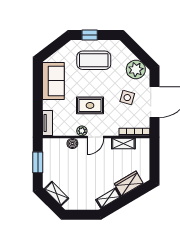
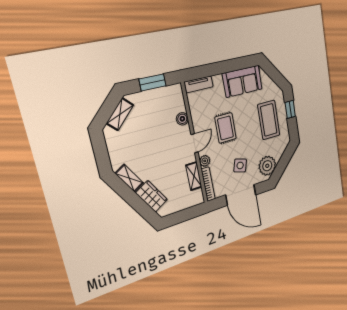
plant: (82, 131) -> (205, 161), moved
door: (95, 137) -> (194, 143), swing flipped

